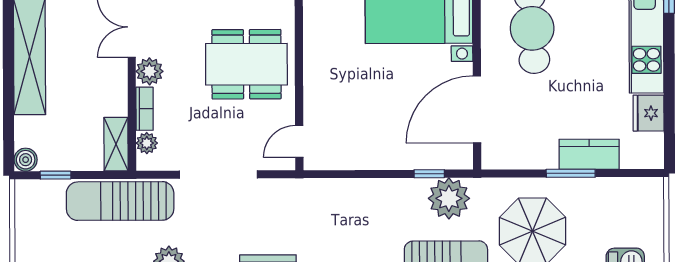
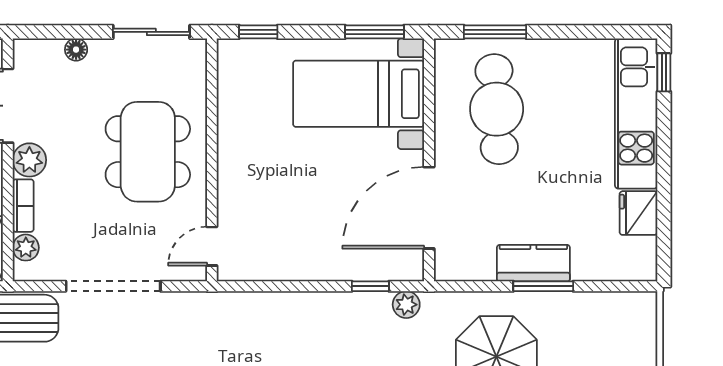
dining table: (246, 64) -> (148, 152), turned 90
kitchen counter: (589, 154) -> (533, 263), moved
plant: (449, 198) -> (406, 305), width x0.53, depth x0.53

